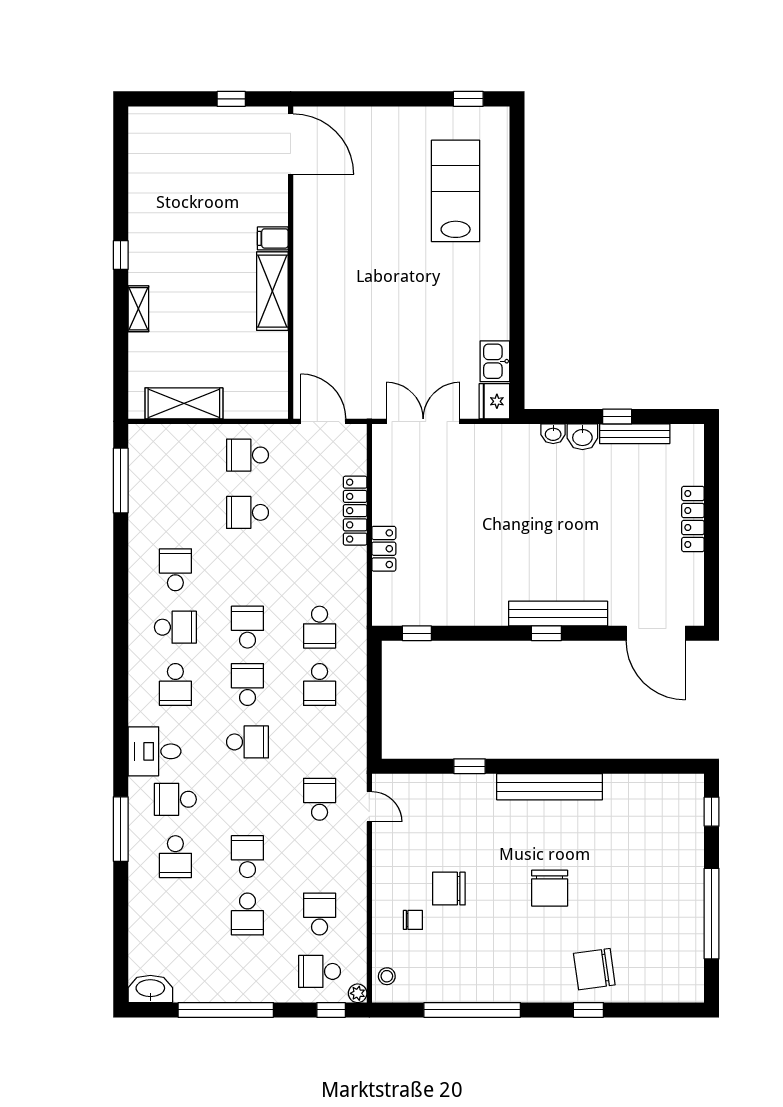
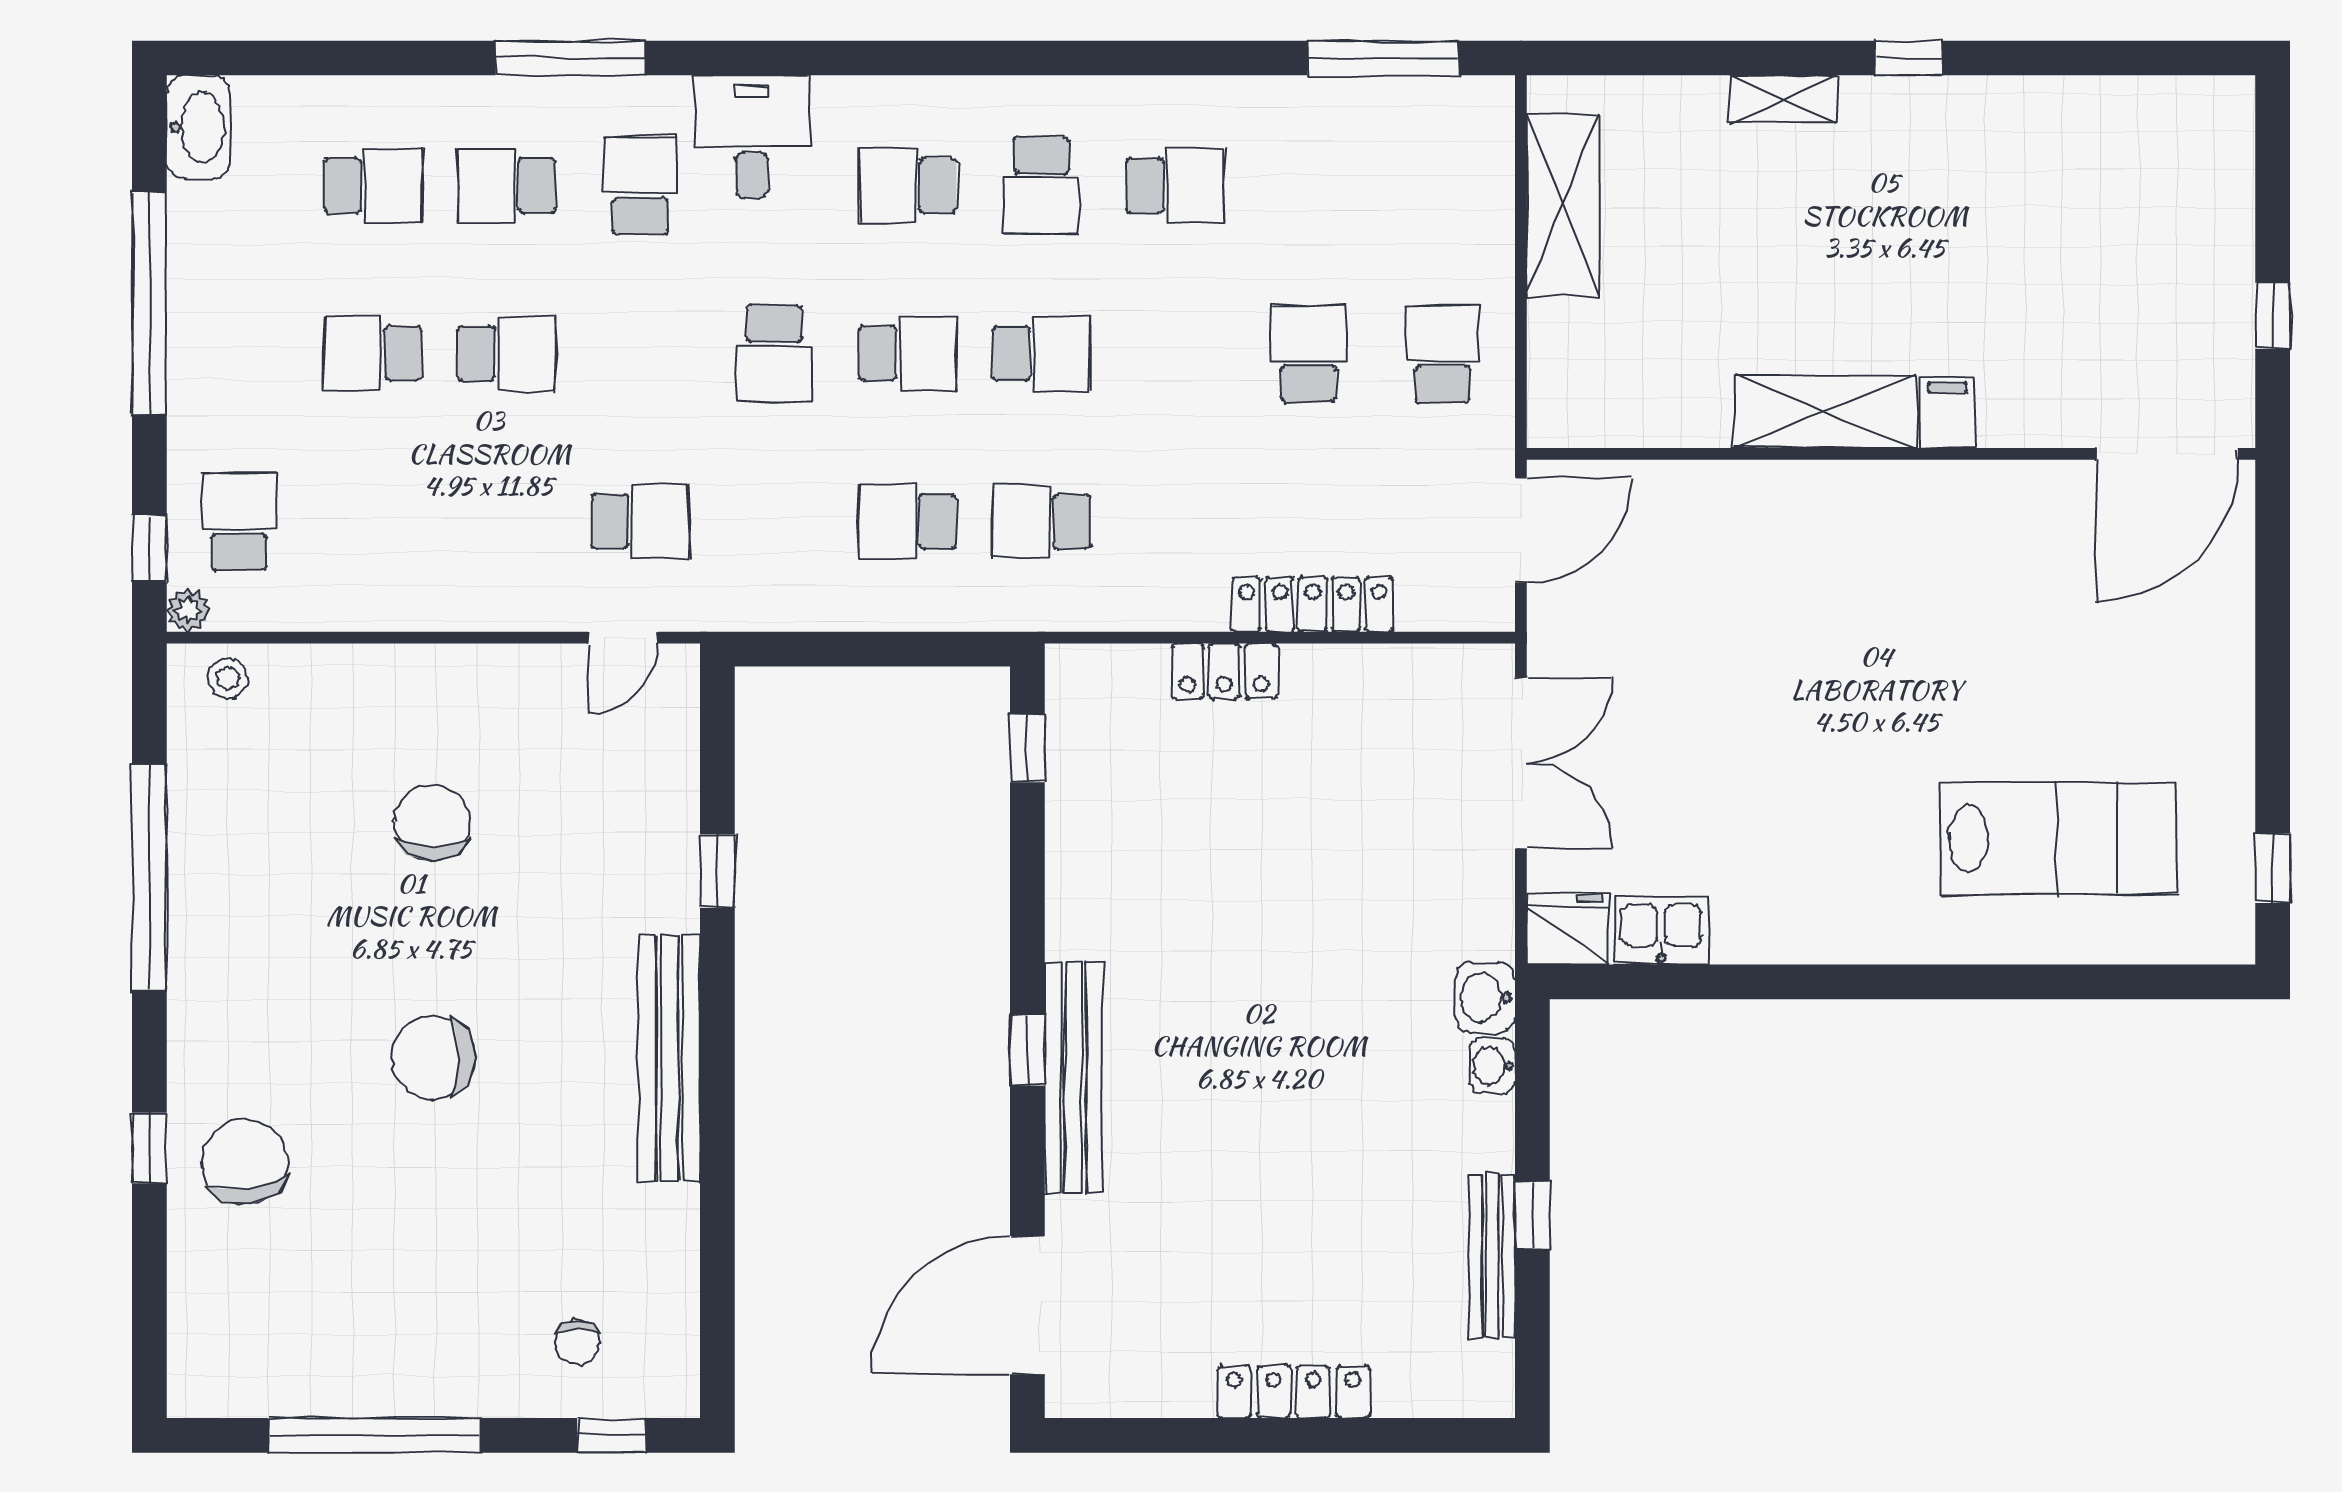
washbasin: (582, 437) -> (1485, 998), moved
school desk: (320, 914) -> (373, 186), moved
chair: (413, 920) -> (577, 1342), moved

